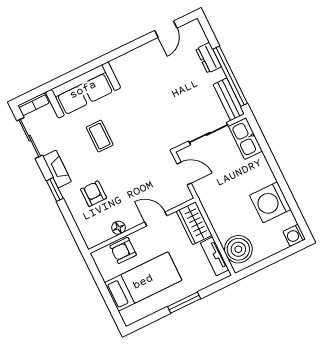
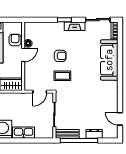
coffee table: (100, 136) -> (62, 76), moved
kitchen sink: (245, 138) -> (23, 133), moved
armchair: (94, 194) -> (60, 56), moved
door: (156, 219) -> (23, 55), moved

